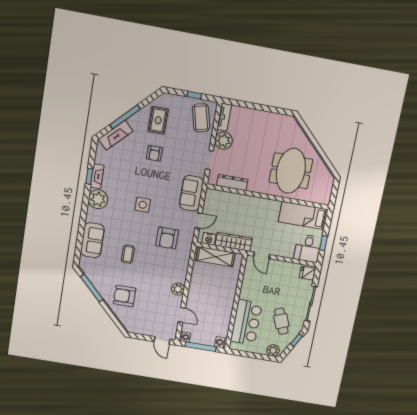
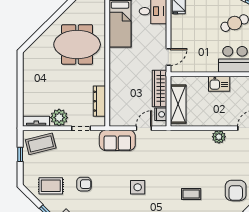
door: (199, 221) -> (144, 128), hinge flipped
armchair: (167, 238) -> (167, 157), removed
kitchen sink: (228, 298) -> (219, 84), added

